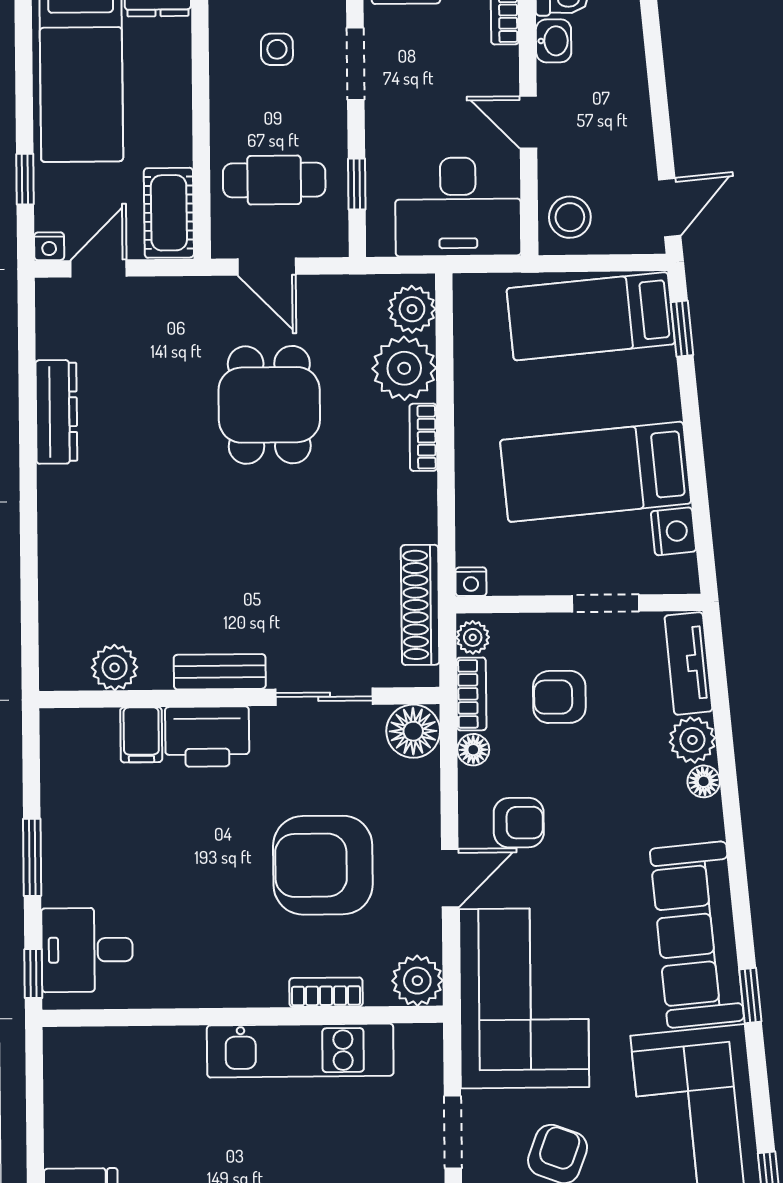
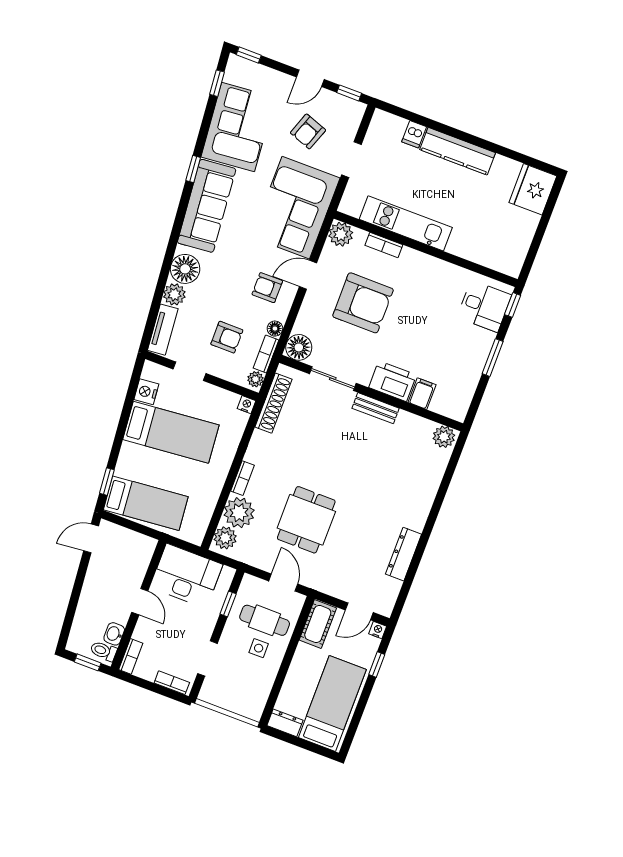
side table: (277, 49) -> (259, 648), moved
stool: (570, 217) -> (138, 552), removed
plant: (115, 667) -> (444, 437), moved
floor lamp: (704, 781) -> (185, 269), width x1.89, depth x1.89

